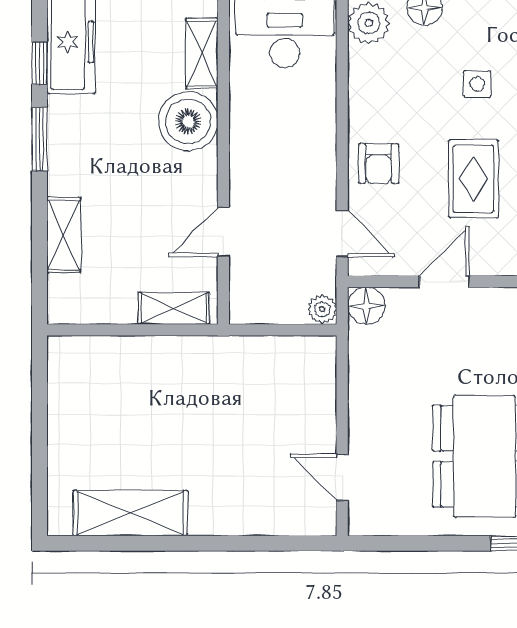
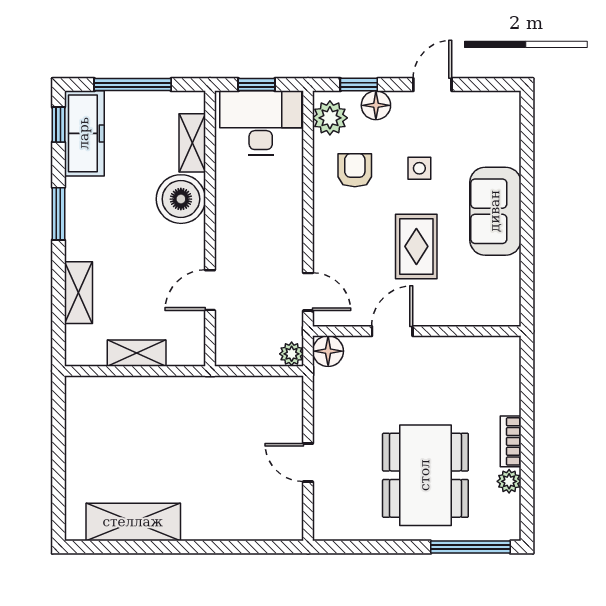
window: (40, 63) -> (58, 125), moved
armchair: (379, 164) -> (355, 170), moved, turned 180
shelving: (174, 308) -> (137, 353), moved
door: (342, 478) -> (308, 463), moved

